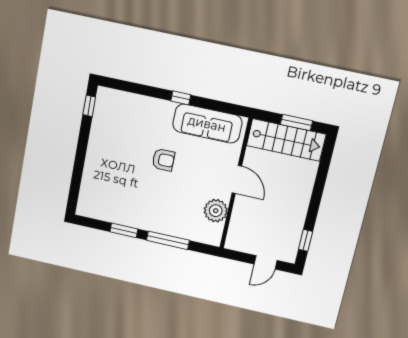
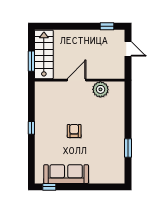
window: (296, 123) -> (31, 61), moved
sofa: (207, 124) -> (66, 174), moved, turned -90
window: (168, 240) -> (128, 117), removed

